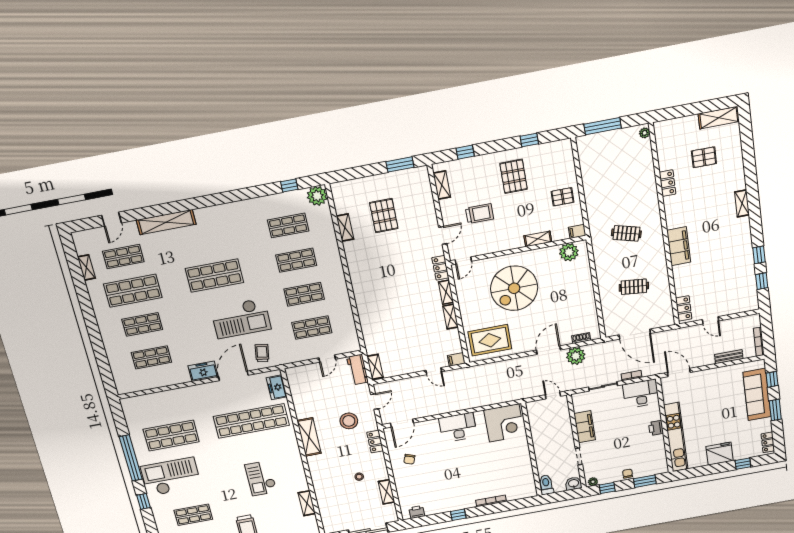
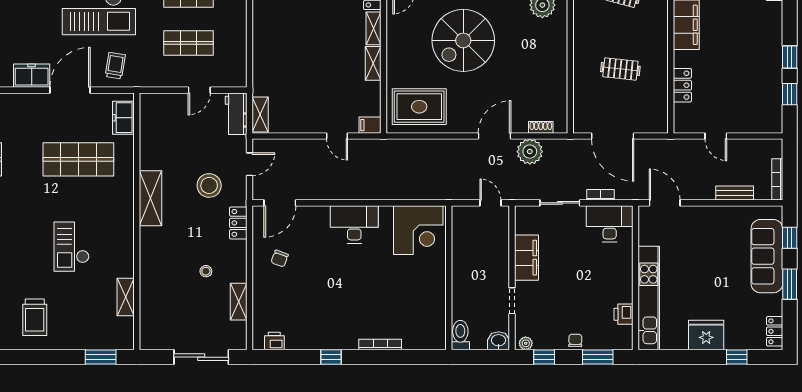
locker: (684, 308) -> (682, 85), moved
shop shelf: (251, 421) -> (78, 159), width x0.71
printer: (656, 428) -> (623, 314), moved

